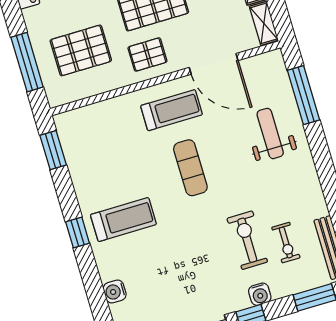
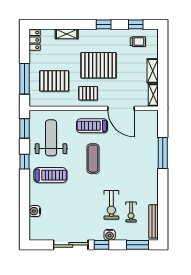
window: (303, 95) -> (163, 153), moved
treadmill: (172, 110) -> (92, 126), turned 180
weight bench: (270, 133) -> (51, 138), moved, width x1.36, depth x1.33
window: (78, 232) -> (25, 162), moved
exercise bike: (247, 240) -> (111, 205), turned 180

